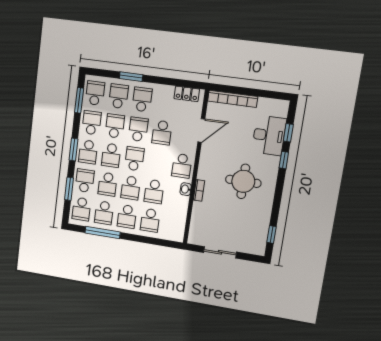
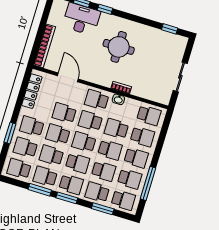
locker: (187, 94) -> (32, 91), width x1.53
window: (79, 100) -> (40, 190), moved
school desk: (162, 133) -> (64, 113), turned 180
school desk: (158, 162) -> (90, 121), added
school desk: (182, 166) -> (97, 100), turned 180
school desk: (154, 191) -> (116, 129), turned 180
school desk: (174, 224) -> (149, 115), added

